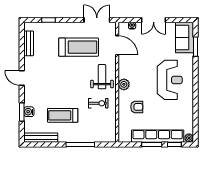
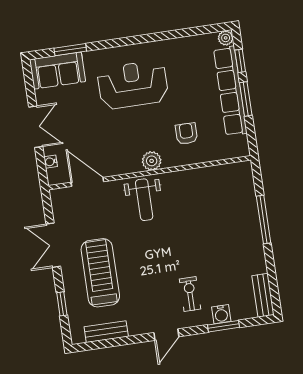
double door: (97, 20) -> (53, 245), moved
door: (117, 45) -> (87, 182), hinge flipped
treadmill: (79, 47) -> (100, 273), moved
weight bench: (102, 77) -> (144, 200), turned -90
exercise bike: (98, 103) -> (190, 294), moved
treadmill: (63, 115) -> (219, 256), removed
bench: (41, 138) -> (263, 295), width x0.73

